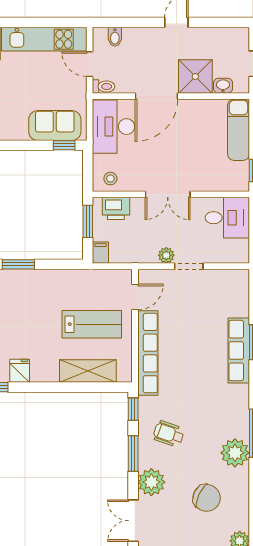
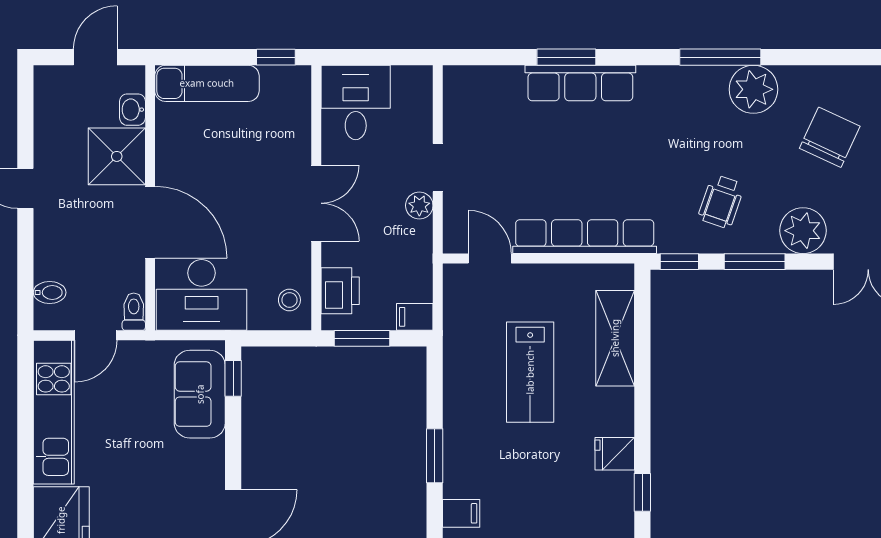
lab bench: (92, 324) -> (530, 372), moved, turned 180

